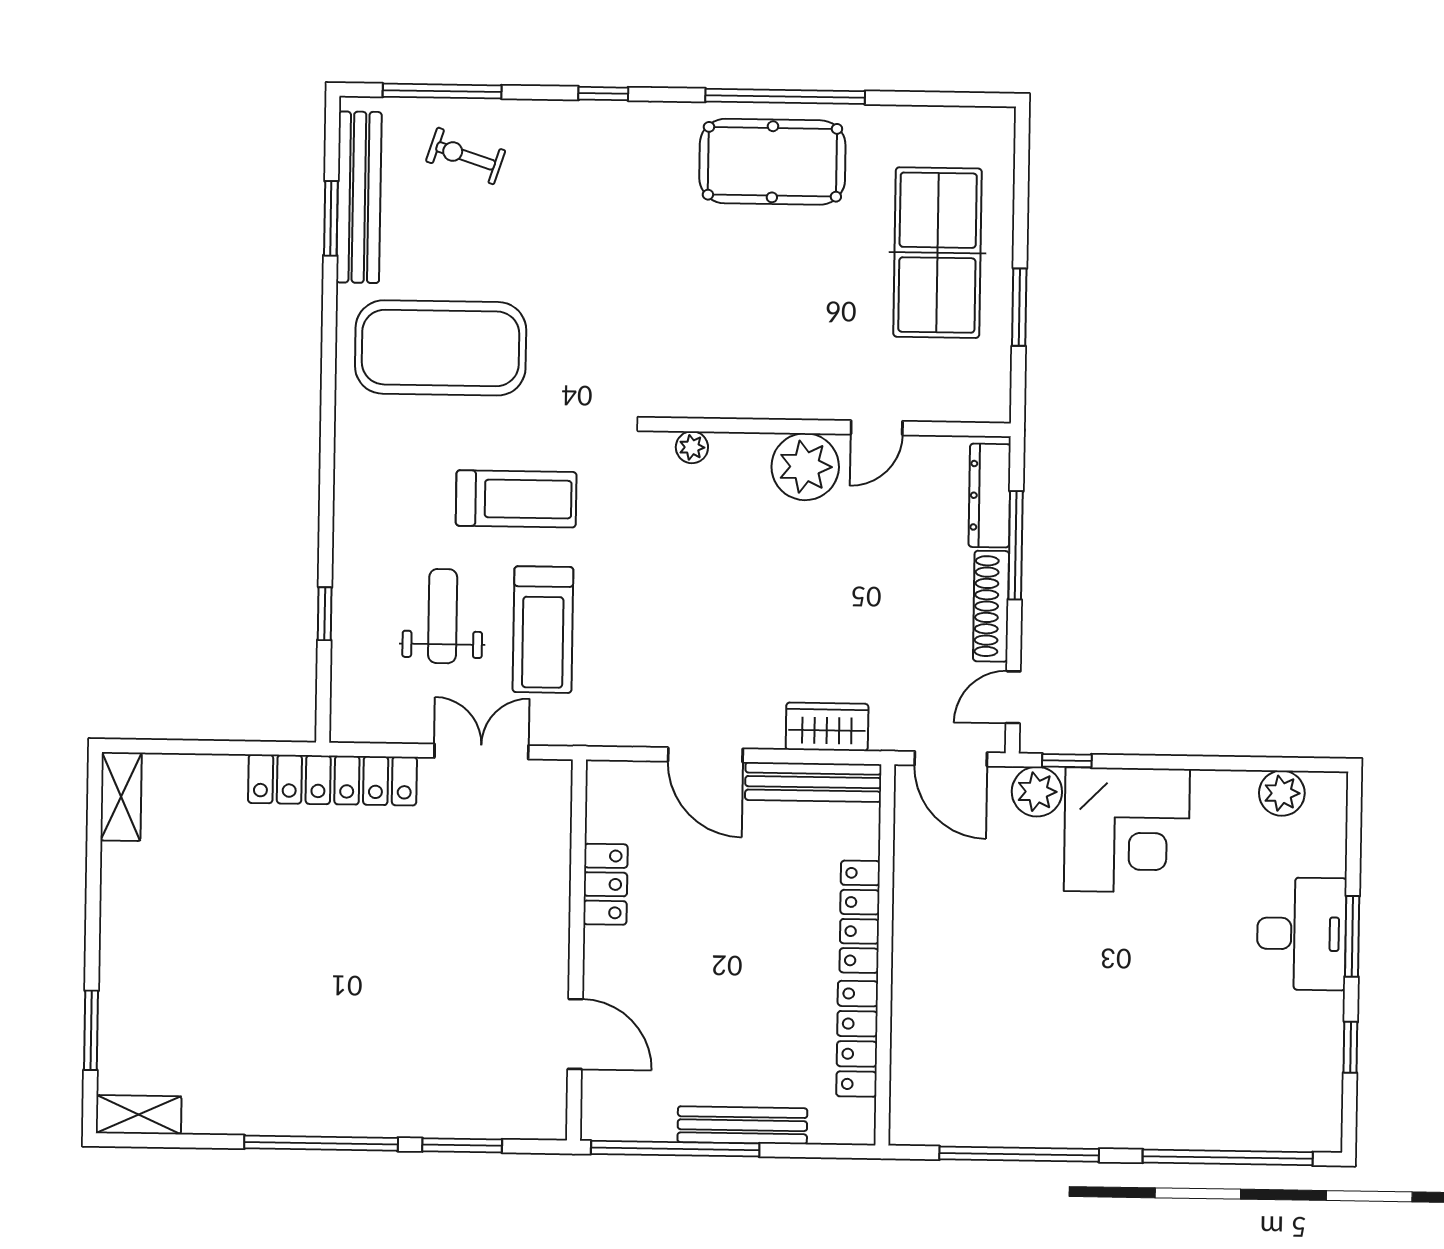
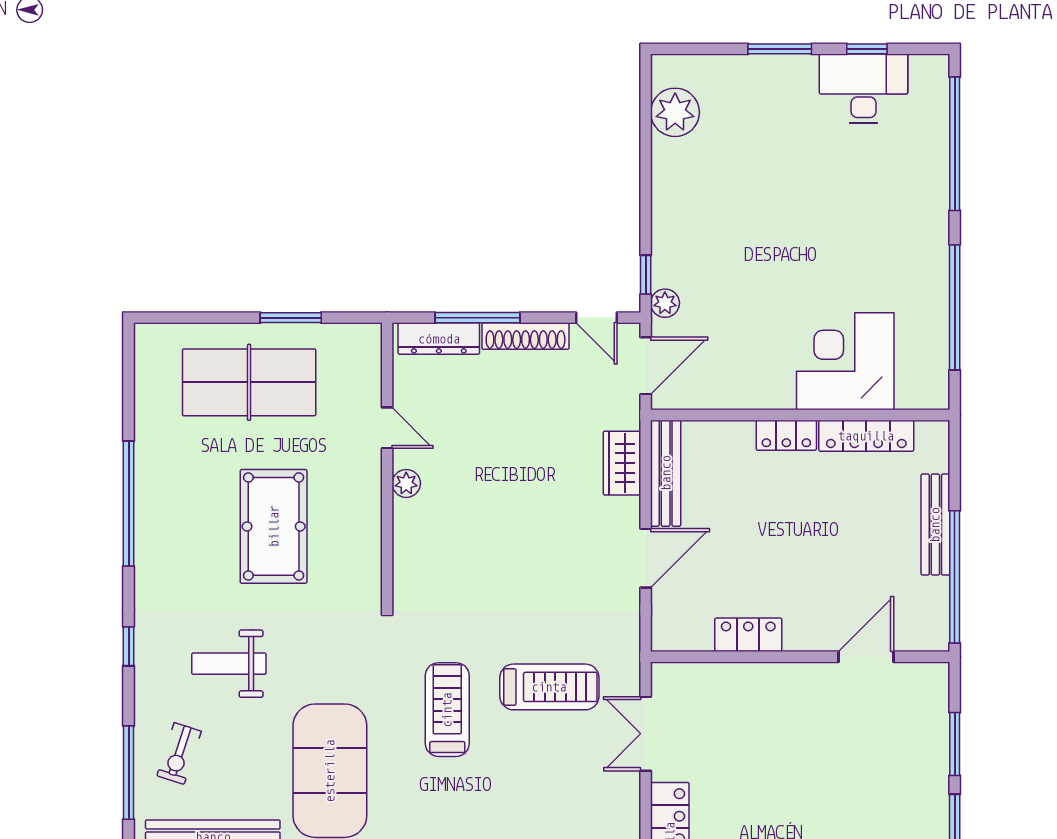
pool table: (772, 162) -> (274, 526), moved
plant: (692, 447) -> (405, 572), removed
plant: (805, 467) -> (406, 483), width x0.53, depth x0.53
weight bench: (443, 616) -> (229, 664), moved
plant: (1037, 792) -> (665, 303), width x0.73, depth x0.73
plant: (1282, 793) -> (675, 112), width x1.36, depth x1.36
corner desk: (1127, 830) -> (845, 361), moved, turned -90
locker: (860, 917) -> (786, 435), width x0.66
desk: (1302, 934) -> (864, 89), moved

